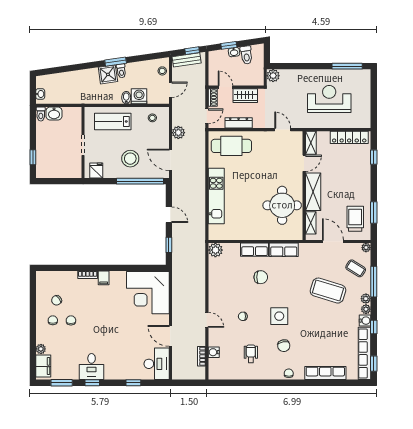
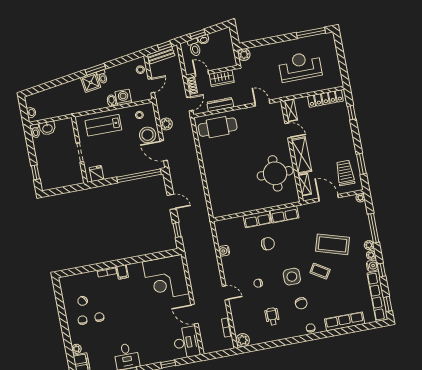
toilet: (246, 55) -> (194, 47), moved
stool: (130, 159) -> (148, 135), moved
door: (304, 163) -> (288, 130), hinge flipped
kitchen unit: (216, 196) -> (212, 176), removed
plant: (215, 250) -> (243, 340), moved
coffee table: (356, 268) -> (320, 271), moved
water cooler: (214, 352) -> (224, 251), moved

